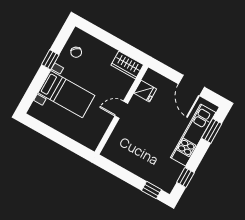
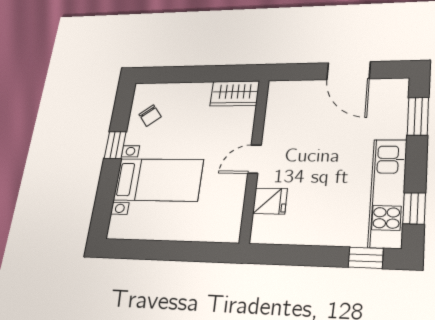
fridge: (145, 91) -> (270, 201), moved
kitchen unit: (193, 135) -> (388, 193), moved

